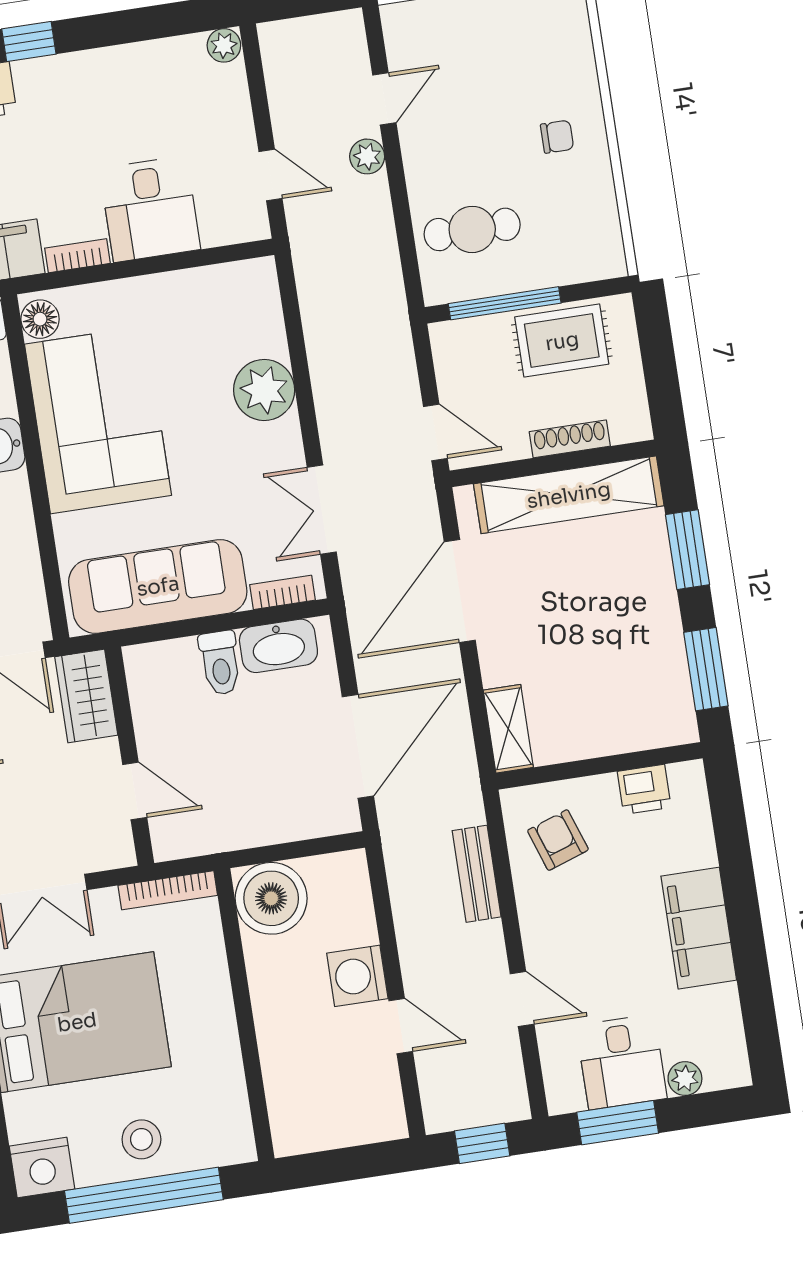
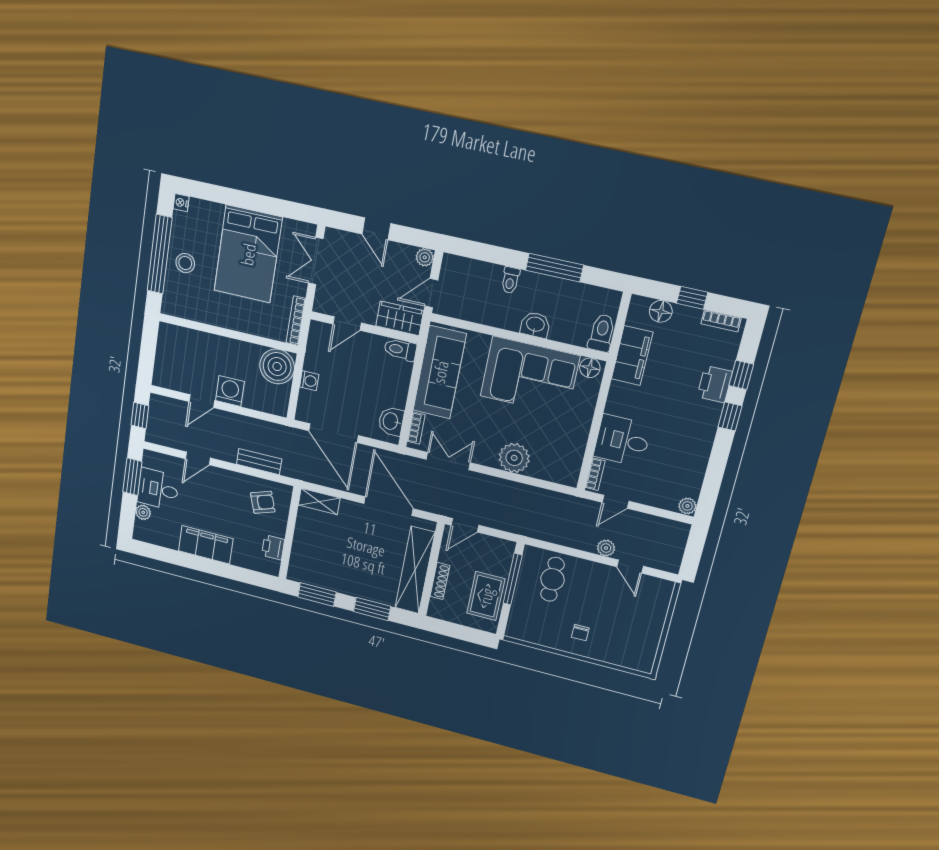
bookcase: (77, 256) -> (595, 474), moved
washbasin: (278, 646) -> (391, 421), width x0.72
toilet: (220, 663) -> (400, 350), moved
washing machine: (274, 827) -> (309, 381), added
nightstand: (42, 1168) -> (181, 203), width x0.53, depth x0.56

